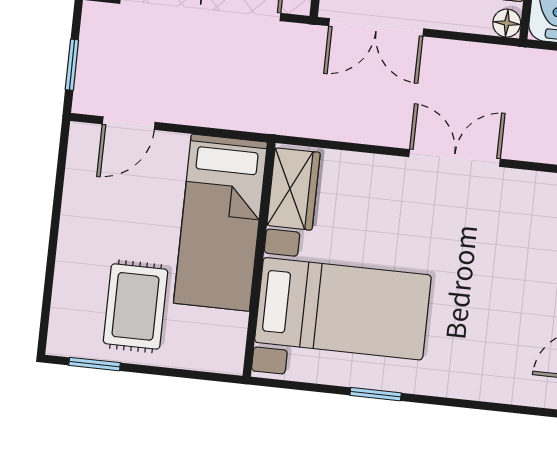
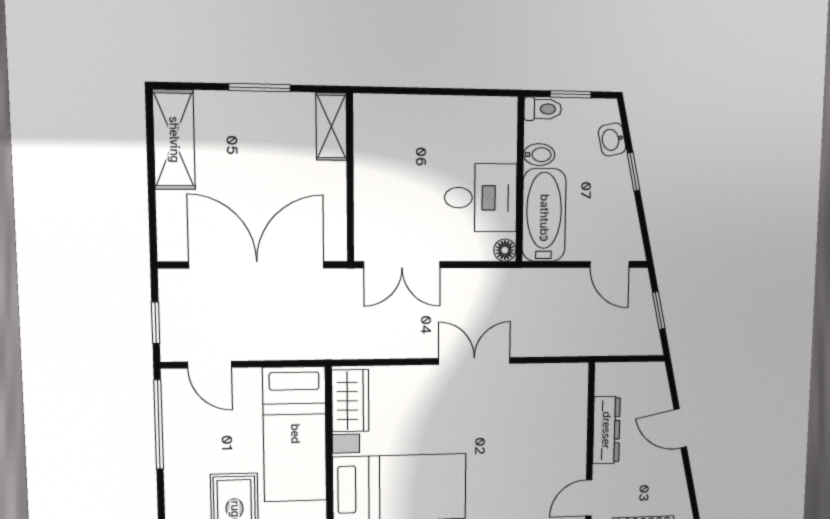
door: (129, 123) -> (210, 365), hinge flipped
window: (59, 189) -> (159, 425), added

